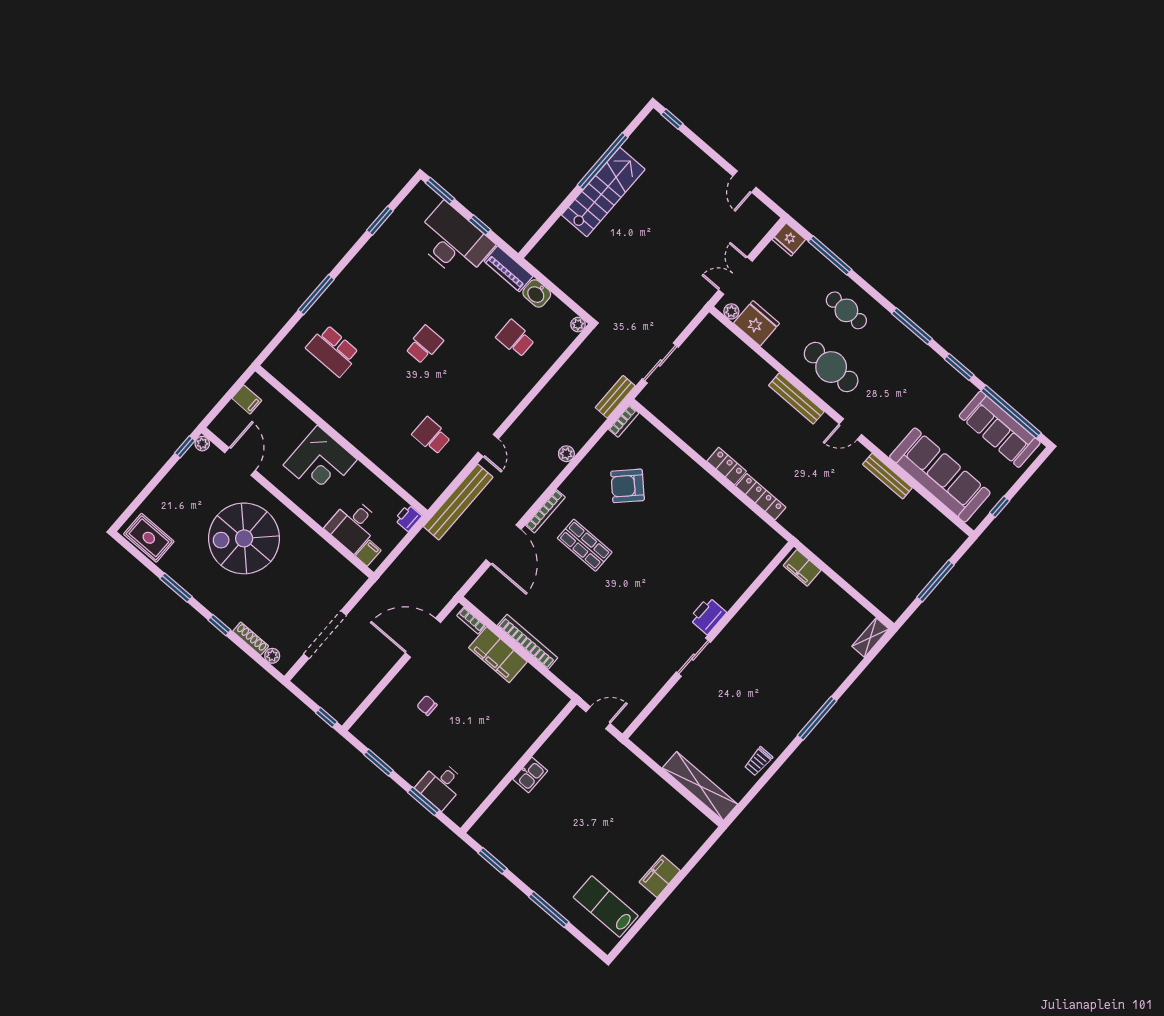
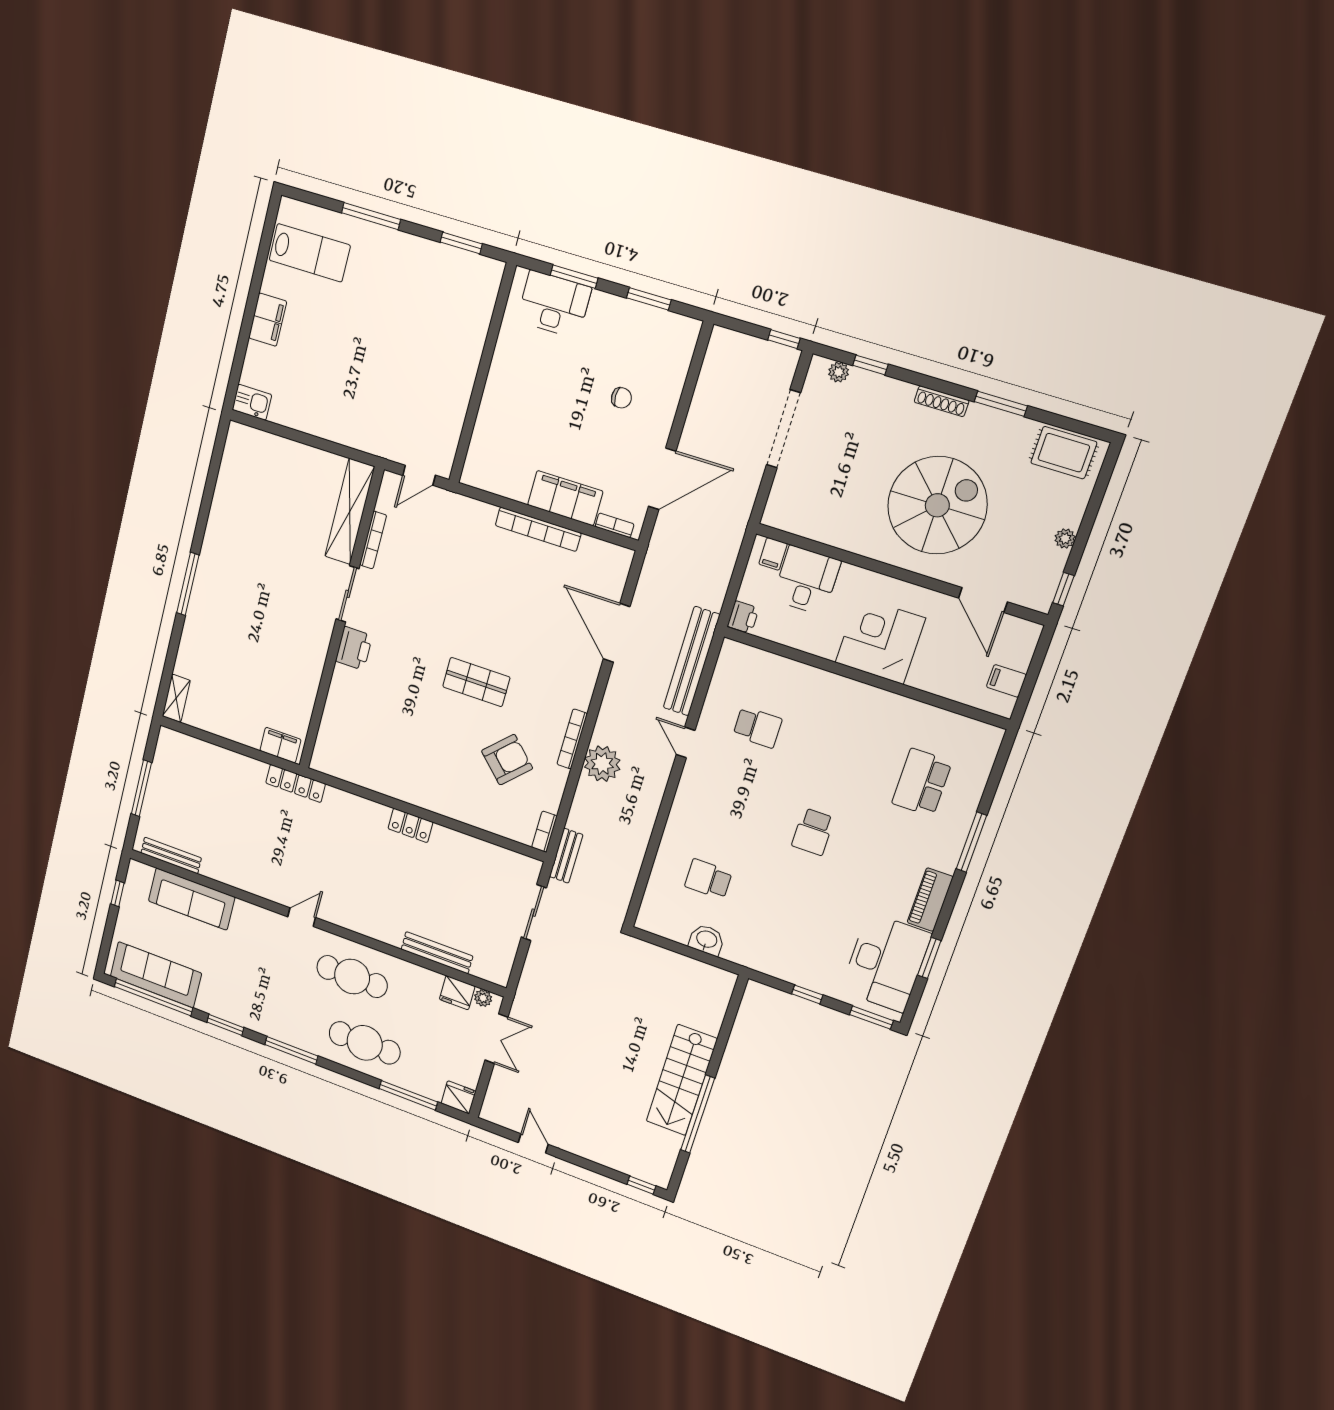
desk: (453, 242) -> (886, 962), moved, turned -90
piano: (508, 269) -> (930, 900), moved, turned -90
cafe table: (846, 310) -> (365, 1043), width x1.37, depth x1.35
fridge: (756, 323) -> (457, 993), width x0.73, depth x0.75
plant: (578, 325) -> (644, 922), removed
school desk: (515, 339) -> (708, 879), turned 180
school desk: (333, 351) -> (922, 782), turned -90
bench: (796, 399) -> (437, 953), moved
plant: (202, 444) -> (1065, 538), moved
plant: (566, 454) -> (602, 764), width x1.88, depth x1.88
sofa: (940, 475) -> (192, 899), width x0.74, depth x0.79
bench: (887, 476) -> (171, 855), moved
locker: (761, 497) -> (296, 783), moved
bookcase: (545, 511) -> (572, 739), moved
shop shelf: (585, 545) -> (476, 682), moved
window: (219, 625) -> (870, 365), moved
shoe rack: (251, 639) -> (941, 401), moved
bookcase: (655, 687) -> (373, 540), added
window: (326, 717) -> (784, 339), moved
trolley: (758, 761) -> (225, 506), removed
kitchen sink: (530, 775) -> (252, 402), moved, turned 90
desk: (441, 785) -> (554, 304), width x1.37
shelving: (700, 786) -> (350, 512), moved, turned 90

